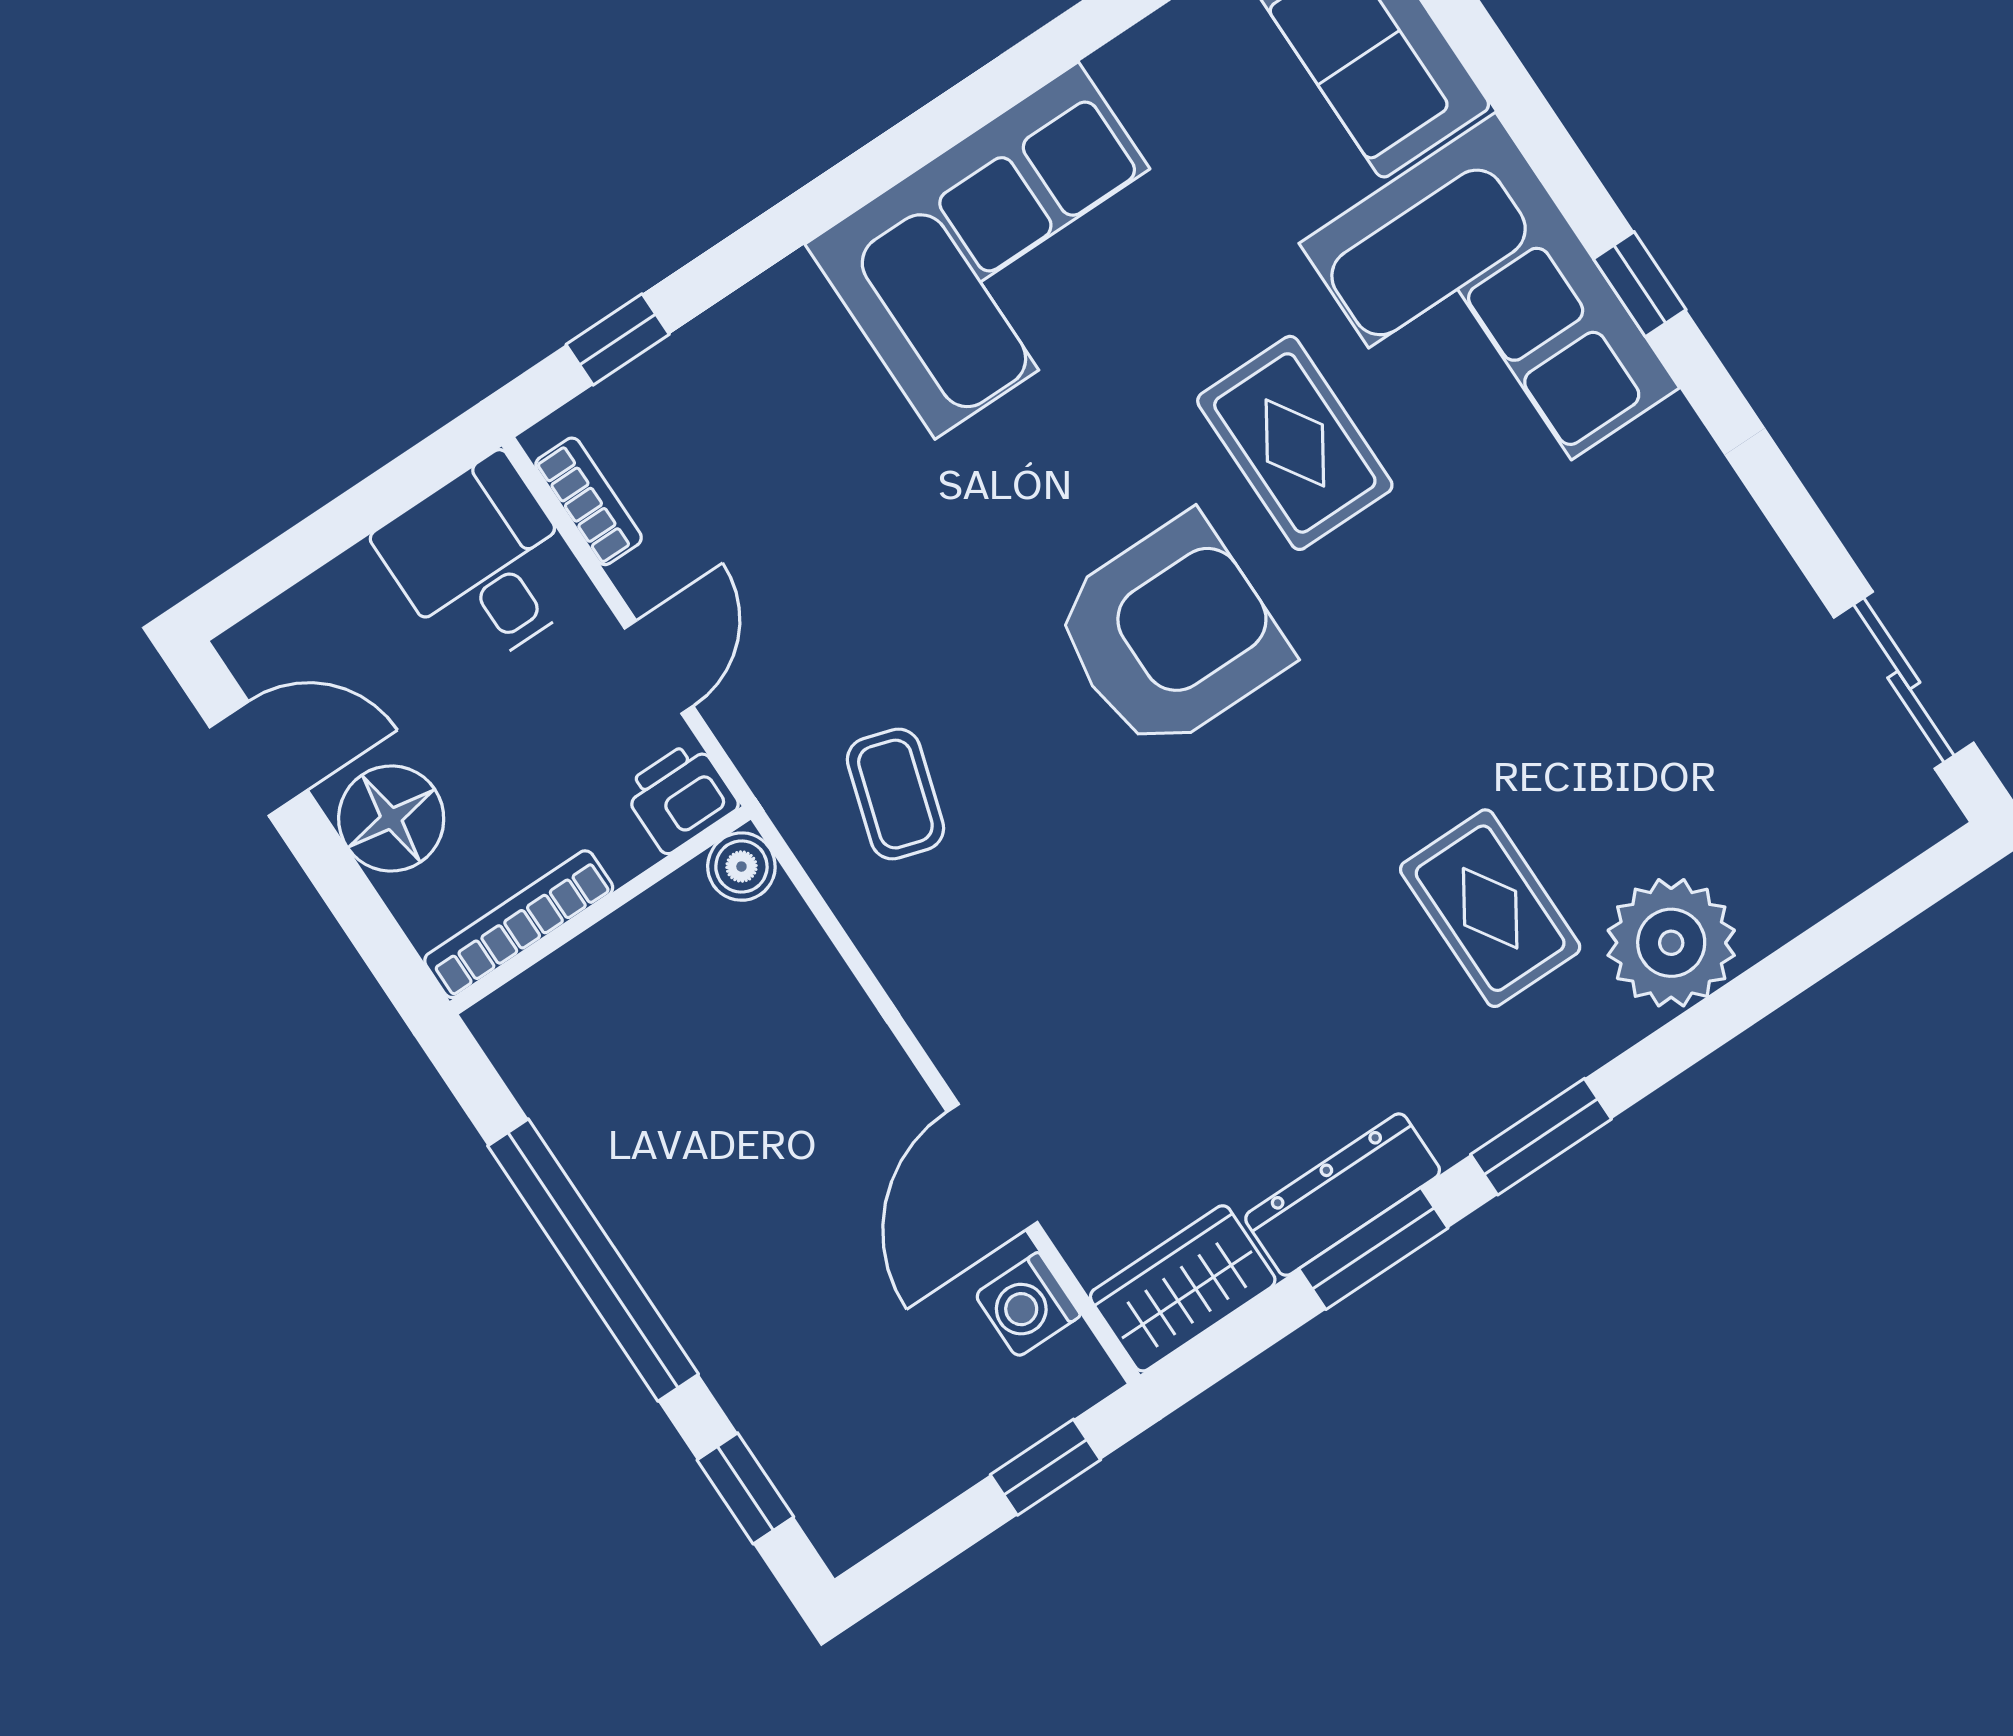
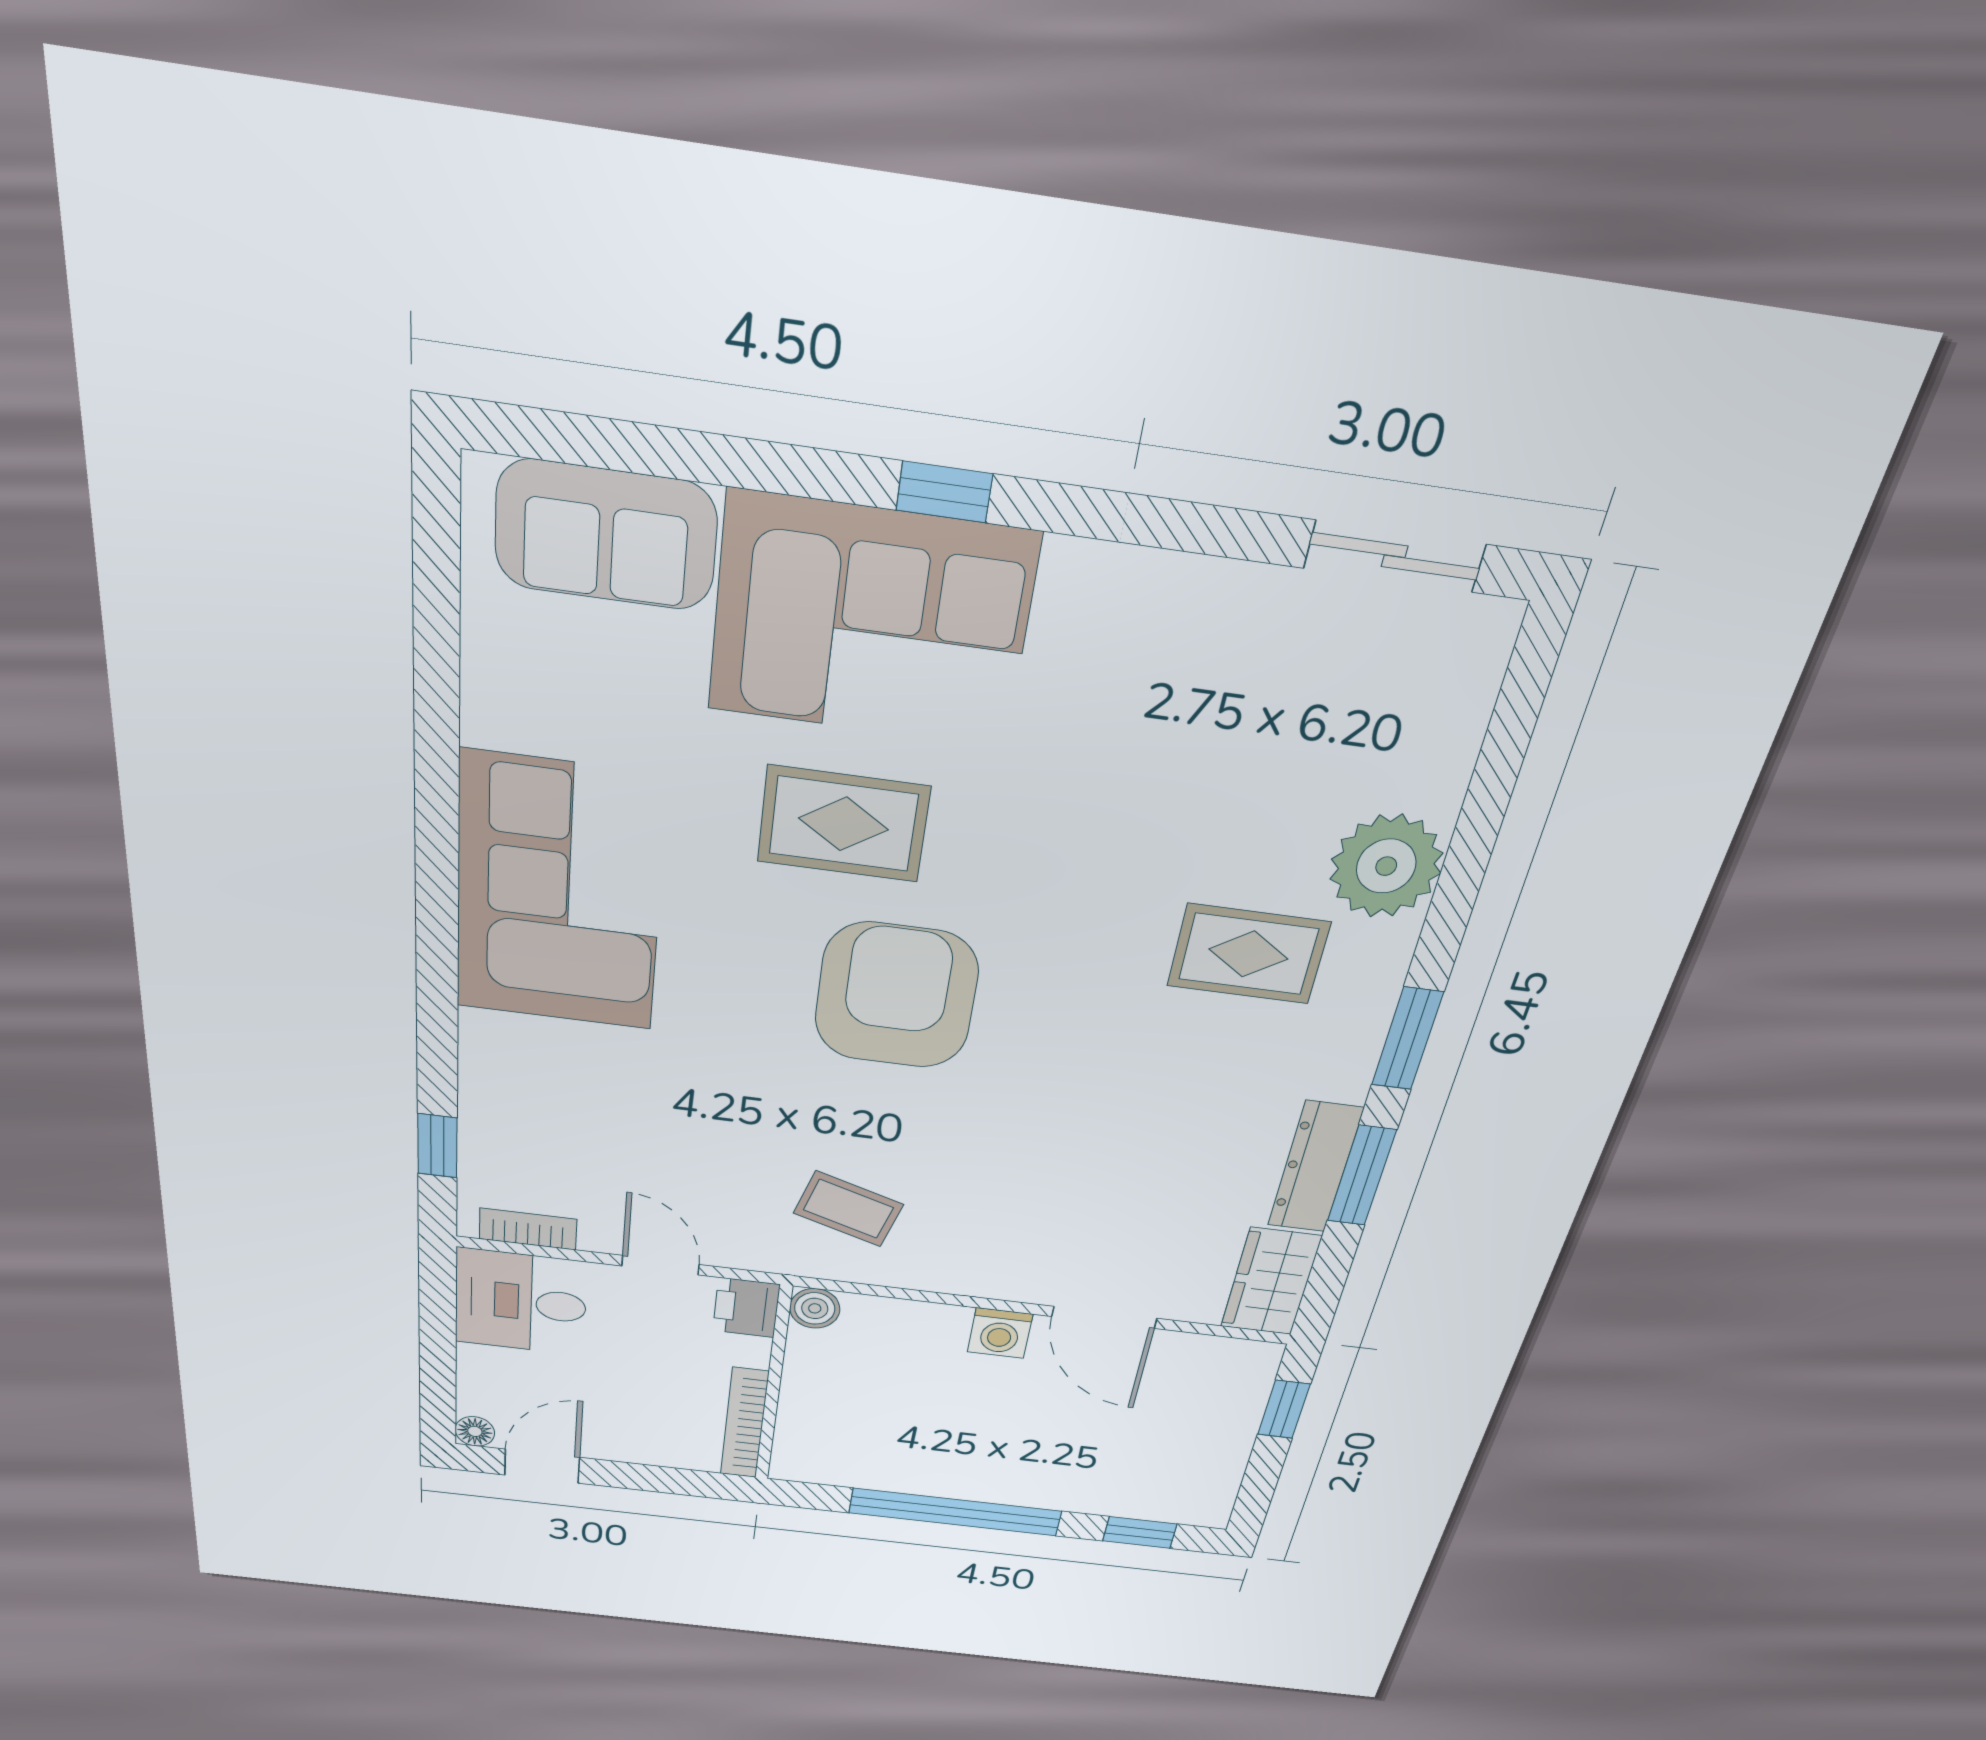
floor lamp: (391, 819) -> (475, 1431), moved, width x0.53, depth x0.53
washing machine: (1028, 1305) -> (1000, 1333), moved

